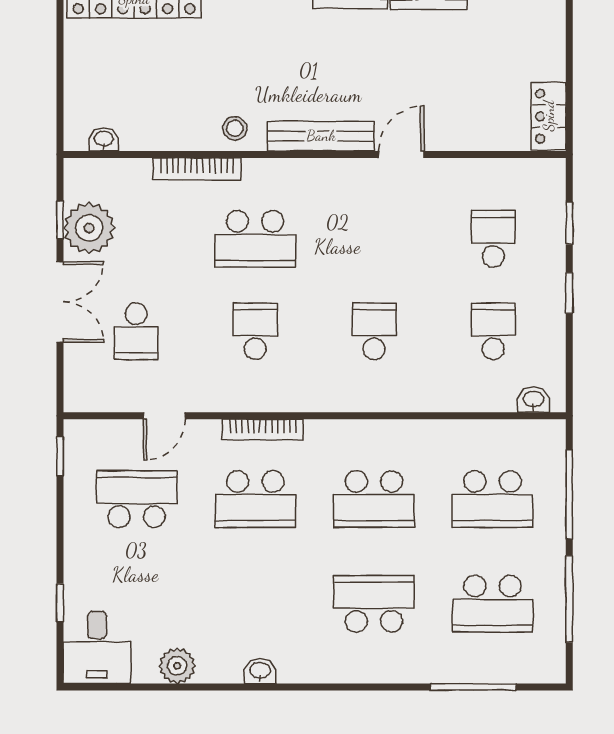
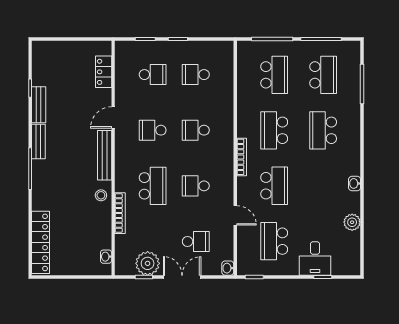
locker: (549, 116) -> (104, 72), moved, turned 90
door: (401, 154) -> (113, 118), hinge flipped
school desk: (374, 239) -> (153, 130), added
school desk: (493, 239) -> (153, 75), turned 180
washbasin: (533, 400) -> (228, 268), moved
door: (164, 416) -> (235, 215), moved
bookcase: (263, 429) -> (242, 157), moved
school desk: (374, 499) -> (274, 130), turned 180
desk: (97, 647) -> (315, 258), moved, turned 90

